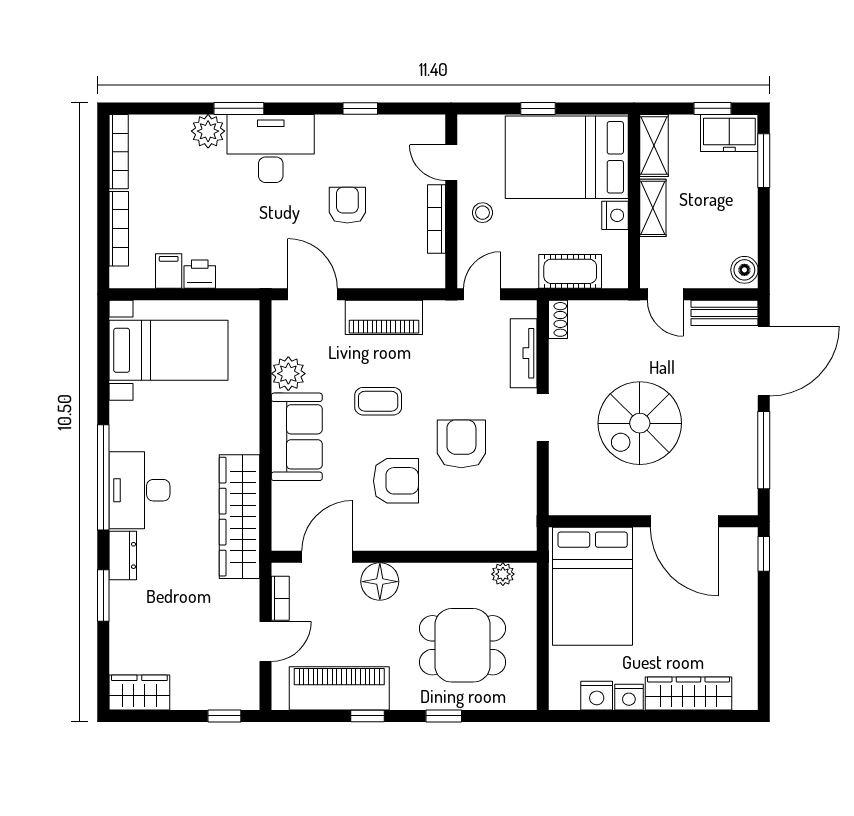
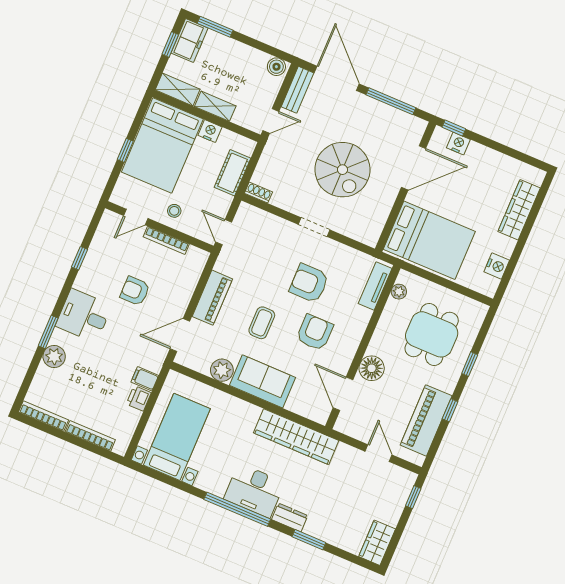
desk: (271, 149) -> (84, 316), width x0.73
filing cabinet: (169, 271) -> (145, 379), moved
tv unit: (524, 353) -> (375, 286), moved, turned 90
bookcase: (280, 598) -> (356, 433), removed
nightstand: (629, 697) -> (458, 144), moved, turned -90

